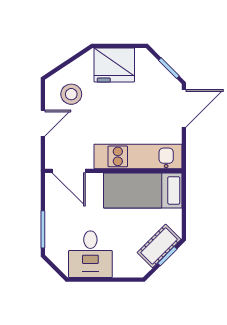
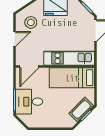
door: (69, 171) -> (29, 66), hinge flipped
desk: (90, 254) -> (29, 102), moved, turned 90

